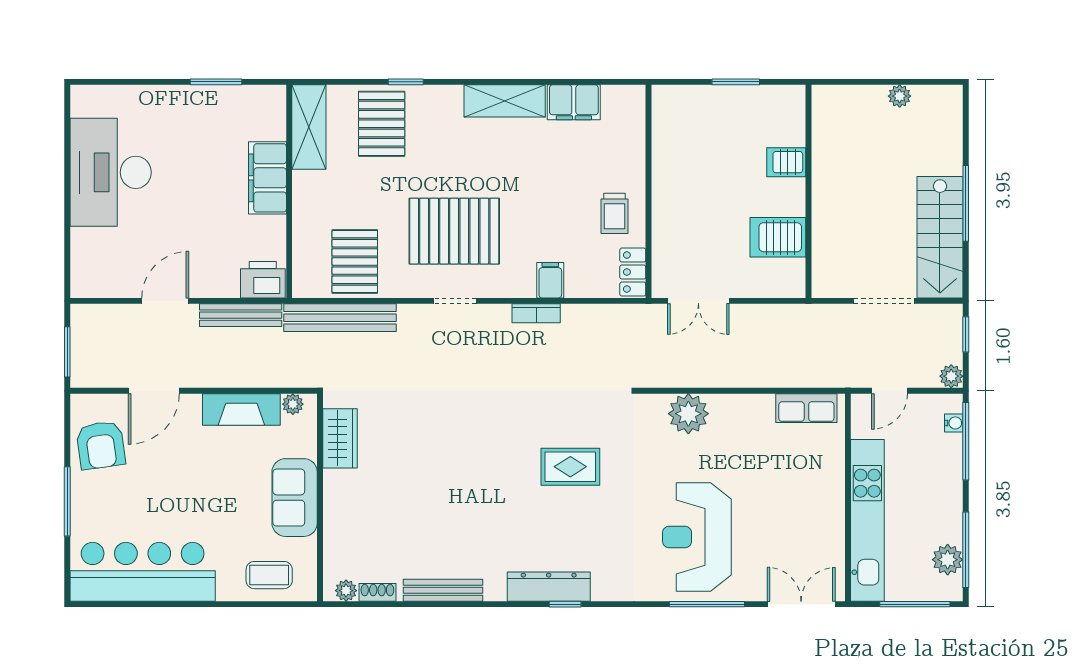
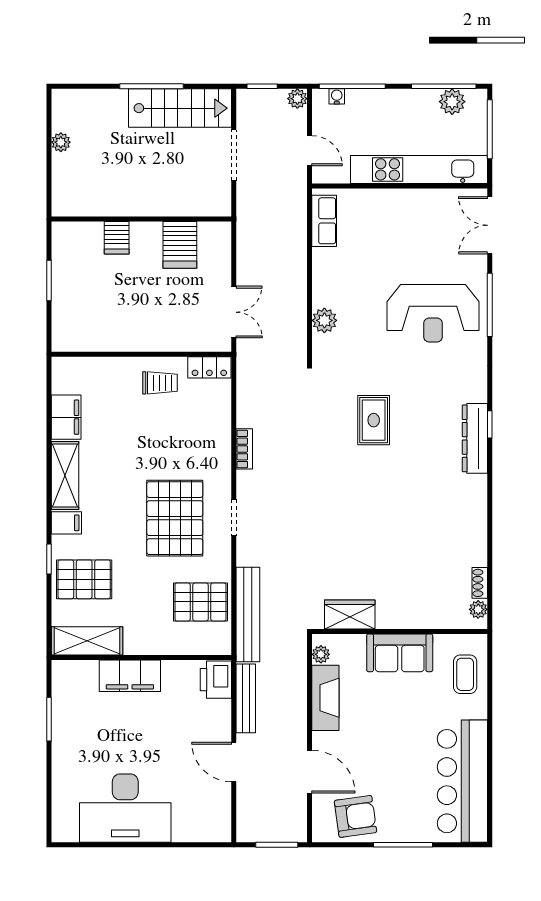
filing cabinet: (550, 280) -> (66, 523), moved, turned 180
plant: (688, 414) -> (324, 320), width x0.73, depth x0.73
bench: (443, 590) -> (478, 528), removed

